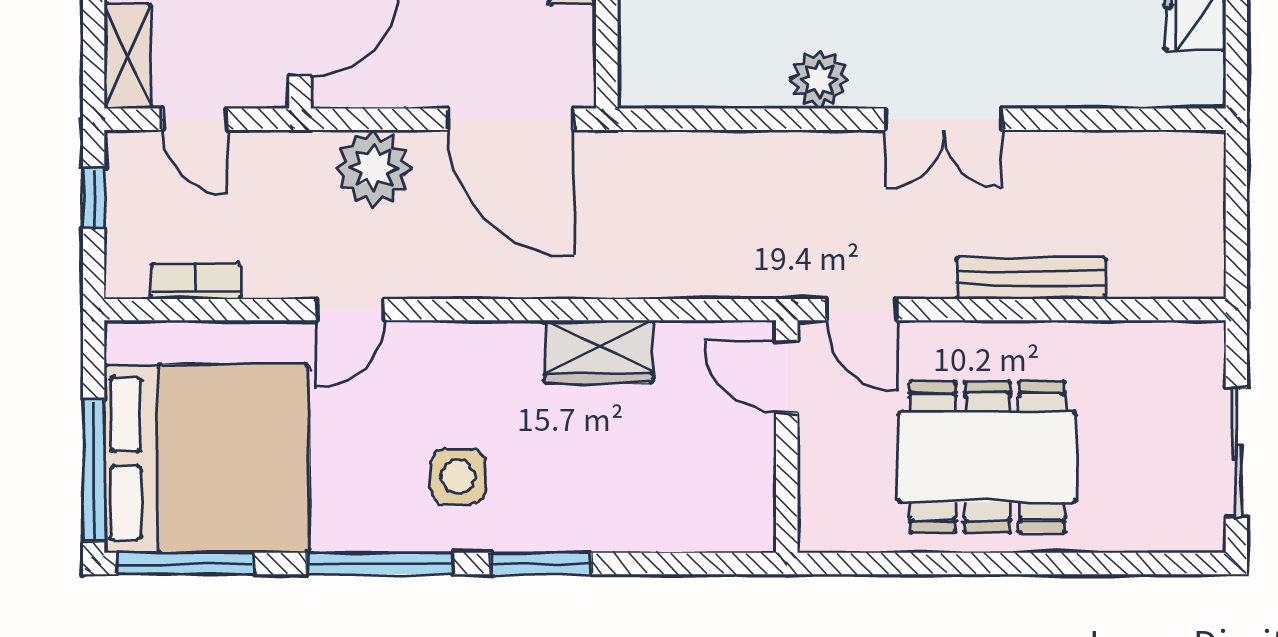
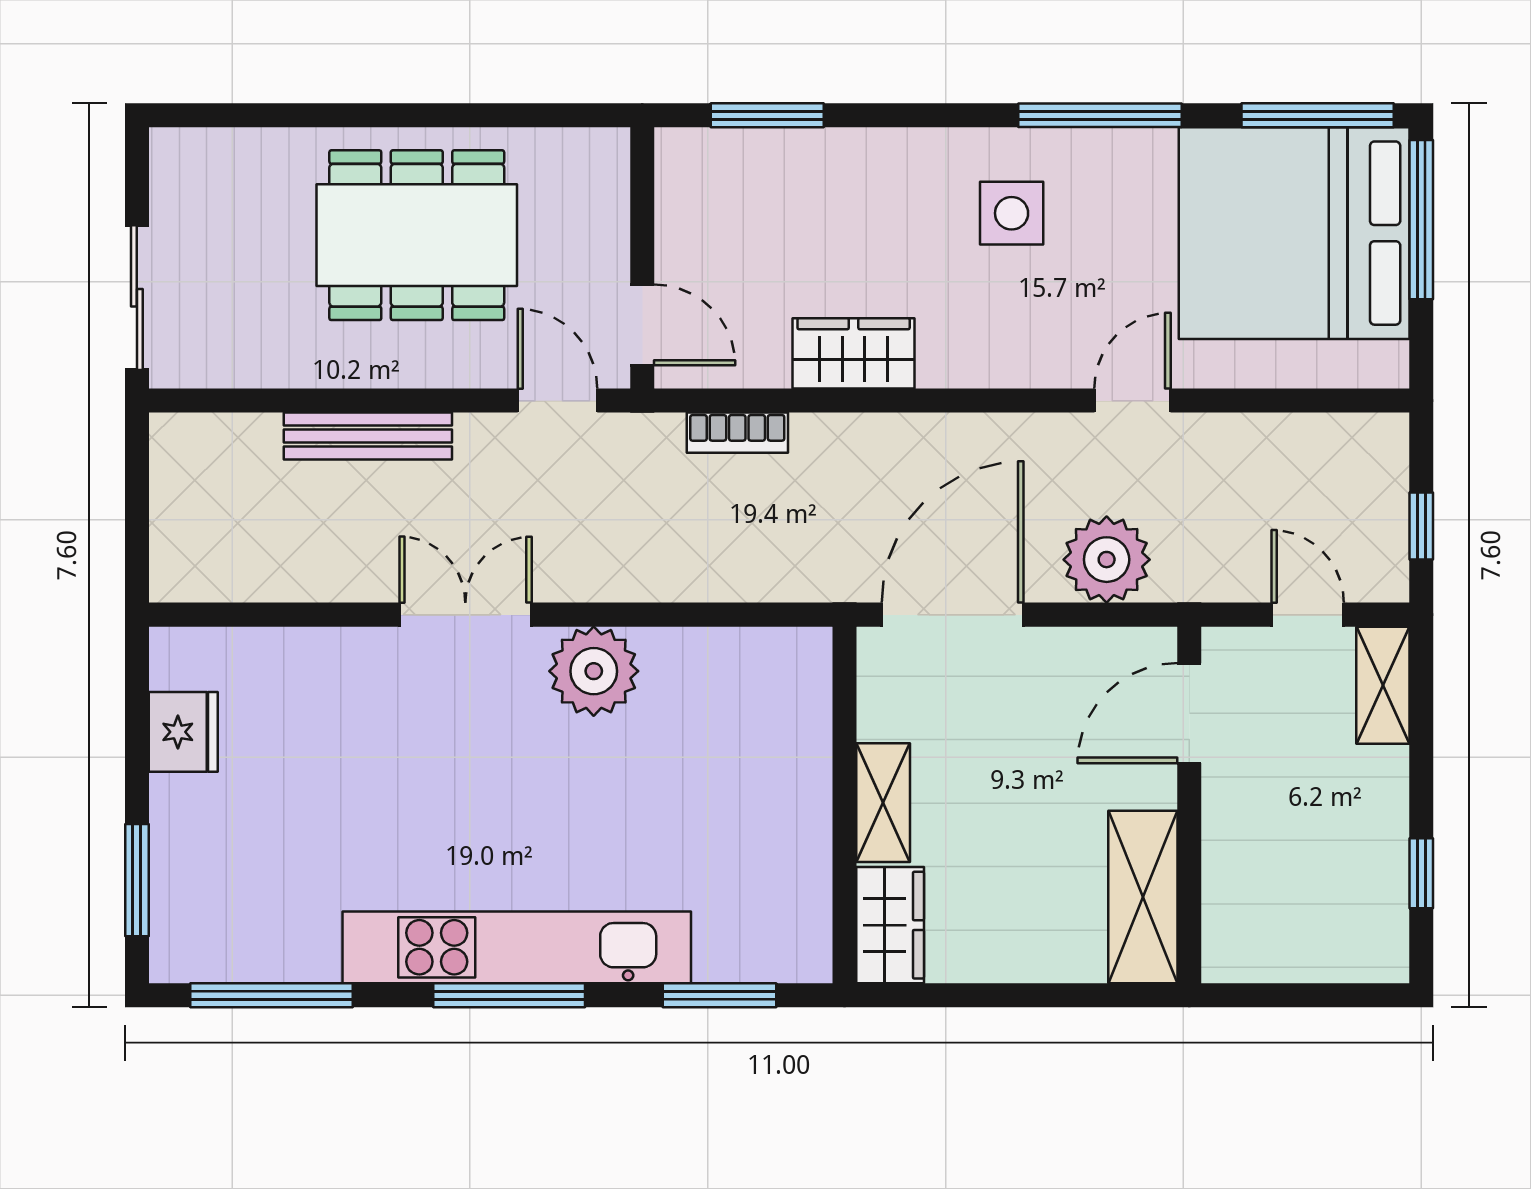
plant: (819, 79) -> (594, 671), width x1.36, depth x1.36
door: (511, 119) -> (953, 615), hinge flipped
bookcase: (196, 281) -> (737, 433), moved
sliding door: (1236, 453) -> (137, 298), moved
window: (541, 564) -> (767, 115), moved

